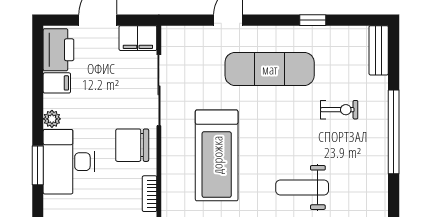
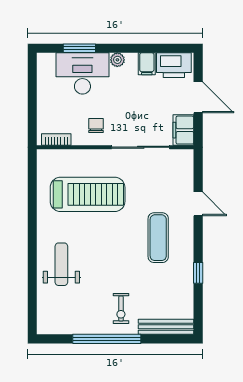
bench: (379, 50) -> (166, 327), width x1.36
exercise mat: (270, 69) -> (158, 238), width x0.73, depth x0.69
exercise bike: (339, 110) -> (121, 309), moved
chair: (132, 145) -> (96, 125), width x0.54, depth x0.54
treadmill: (217, 155) -> (88, 194), turned 180

